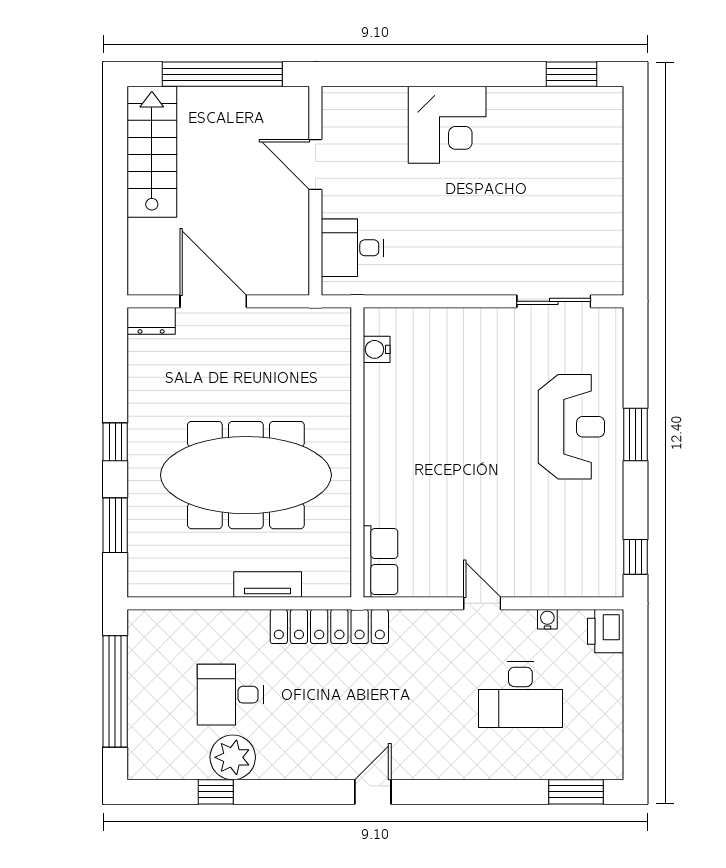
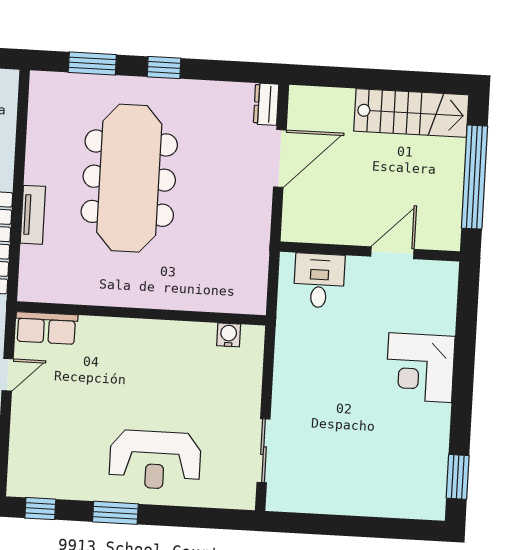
water cooler: (377, 349) -> (229, 335), moved
window: (636, 435) -> (115, 513), moved
wall: (357, 452) -> (141, 313), moved
row of seats: (381, 562) -> (46, 328), moved
tv unit: (268, 585) -> (33, 215), moved

